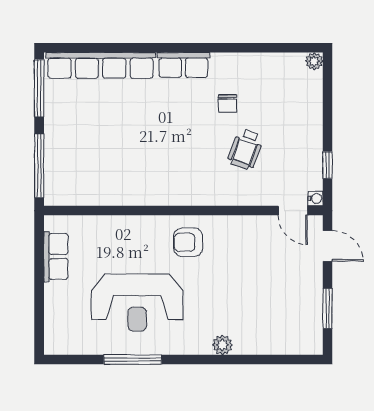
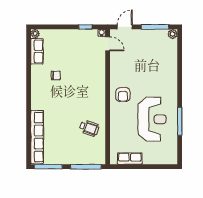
row of seats: (183, 65) -> (37, 51), moved
wheelchair: (245, 149) -> (89, 128), moved
door: (293, 211) -> (108, 44), hinge flipped
window: (328, 308) -> (155, 27), width x1.44
plant: (222, 345) -> (173, 34), moved

